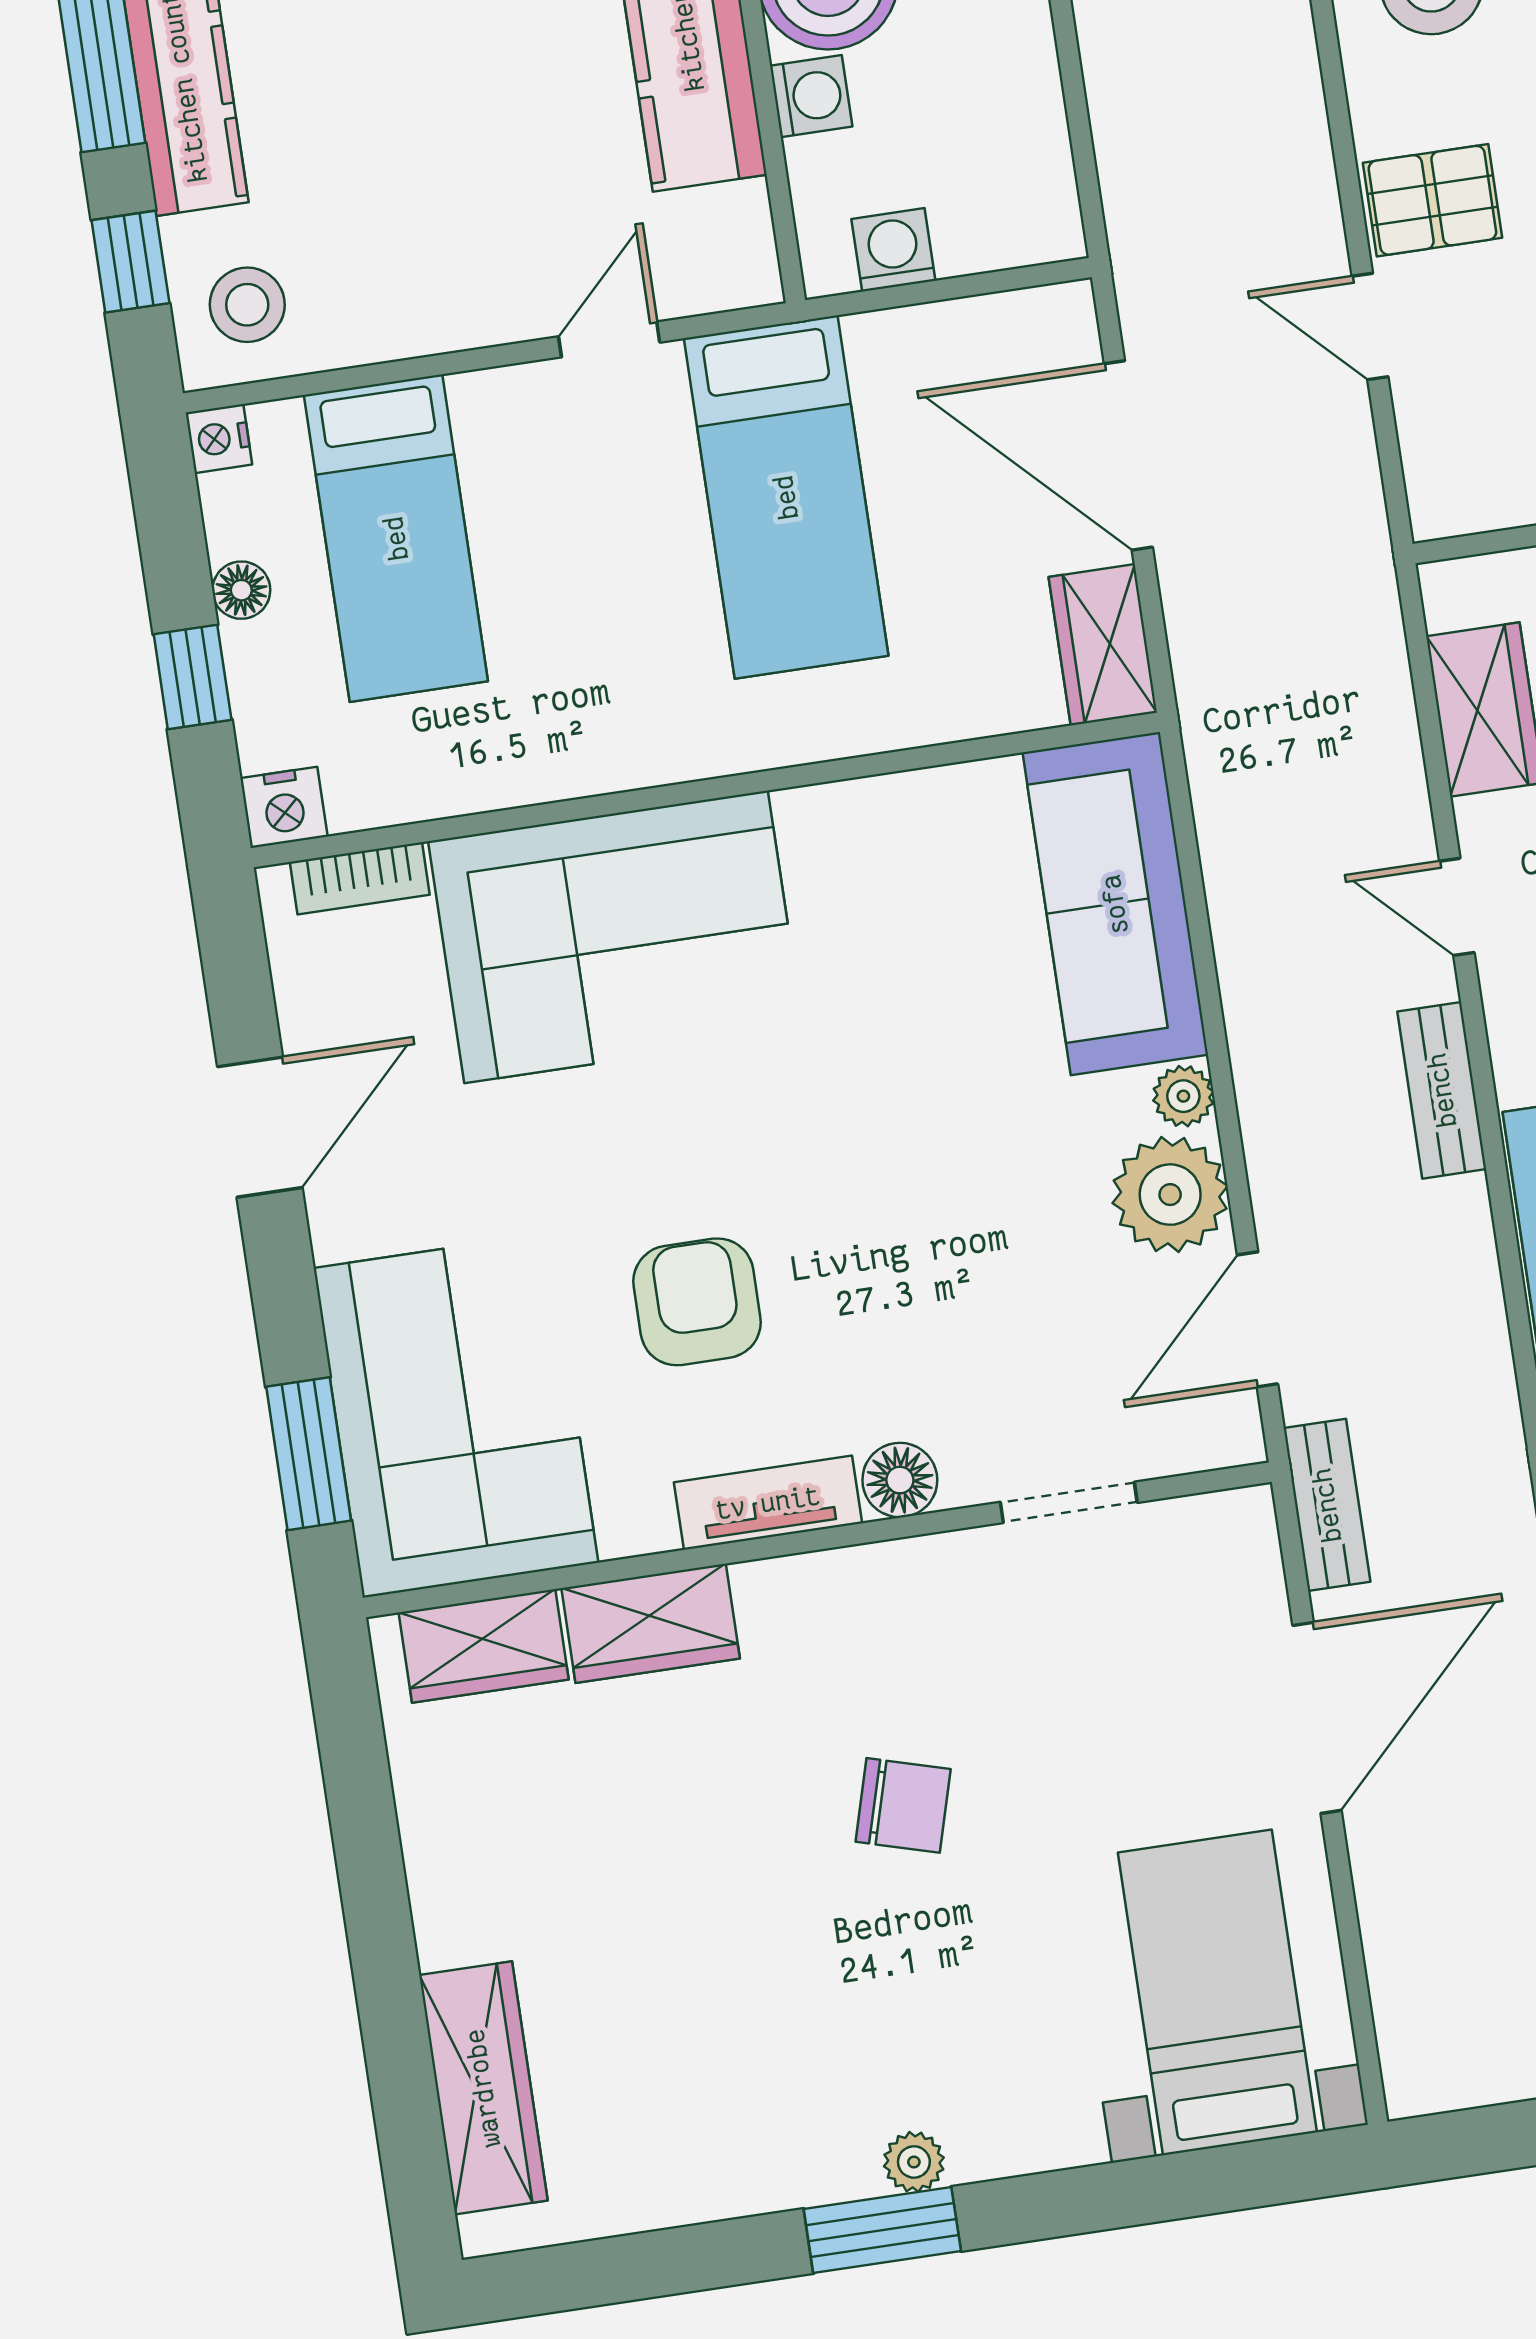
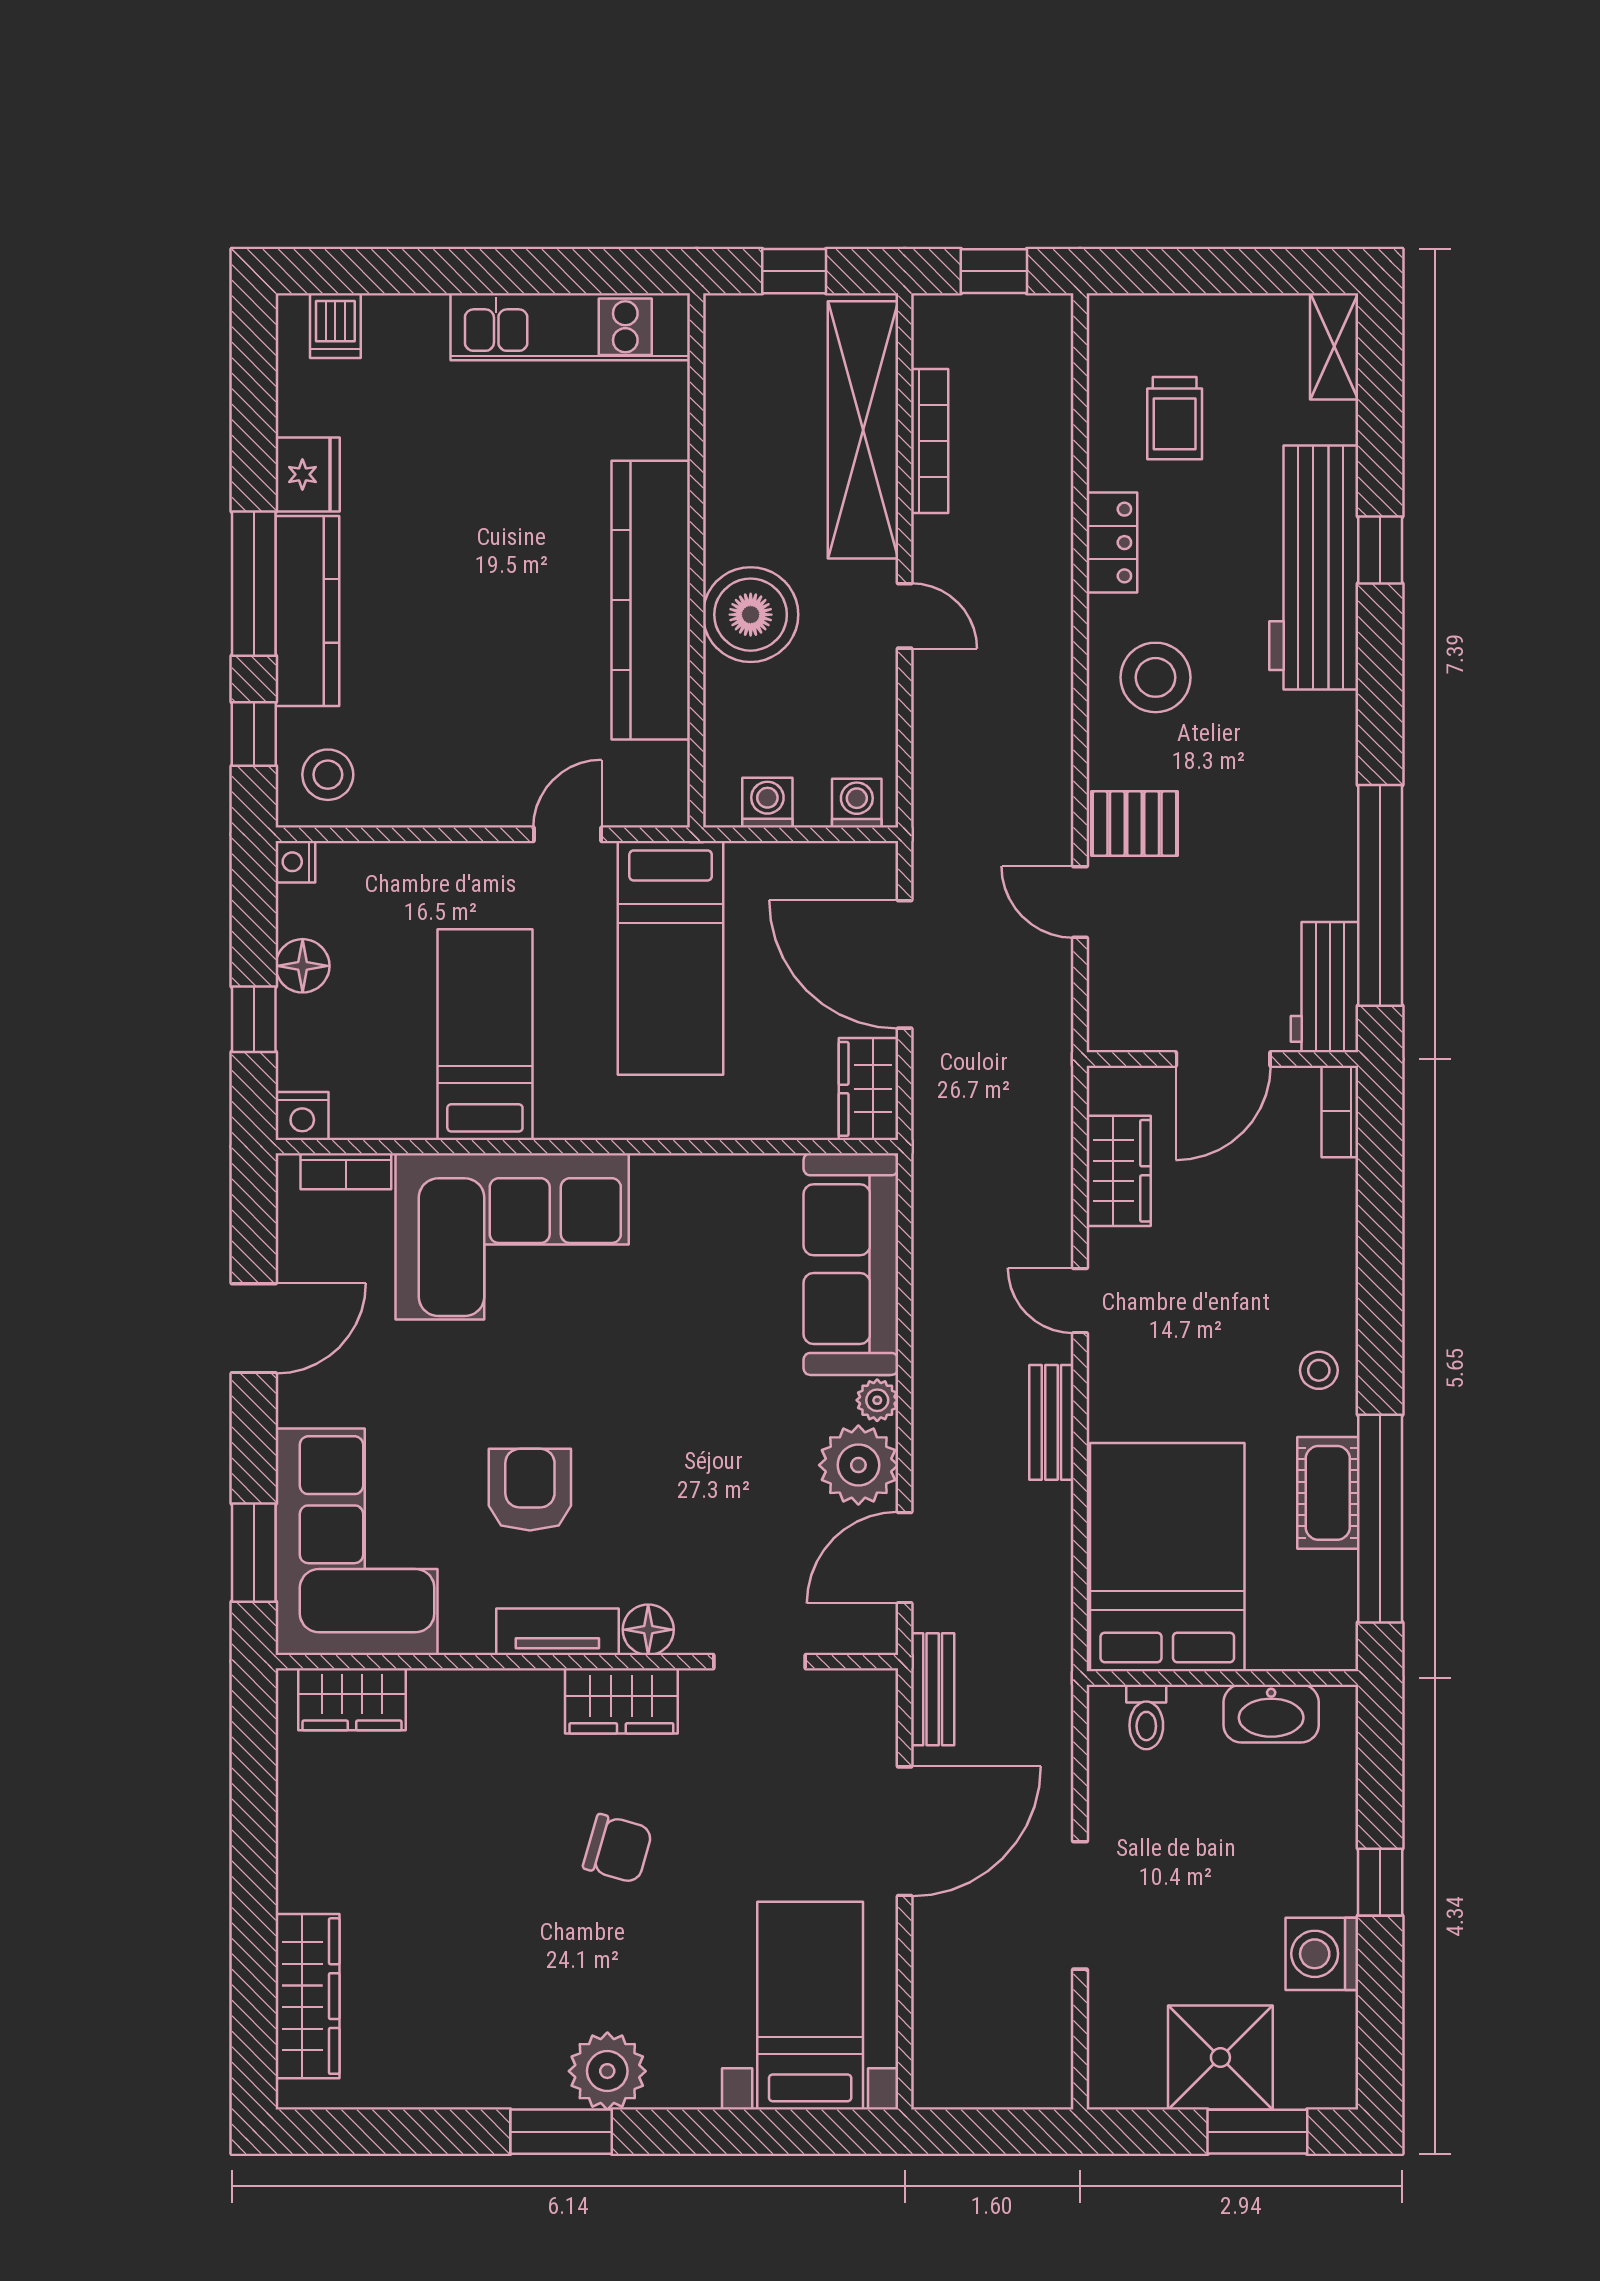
washing machine: (811, 96) -> (857, 803), moved, turned -90
bed: (396, 538) -> (485, 1035), moved, turned 180
floor lamp: (241, 590) -> (303, 966), width x1.37, depth x1.37
wardrobe: (651, 1623) -> (621, 1701), moved
plant: (914, 2162) -> (607, 2071), width x1.88, depth x1.88

